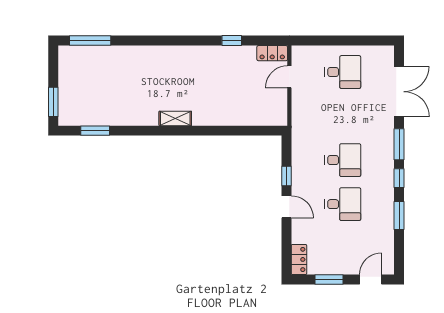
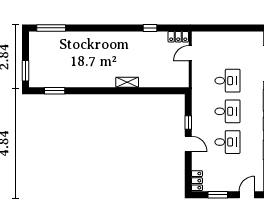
desk: (343, 72) -> (227, 81), moved
shelving: (175, 118) -> (127, 82), moved

